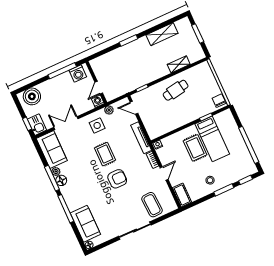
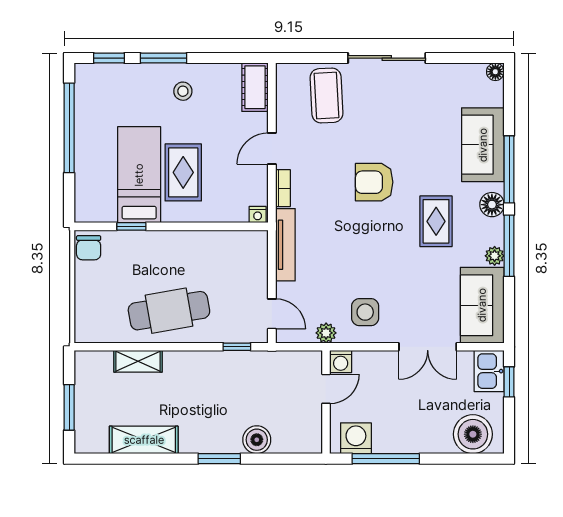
boiler: (117, 55) -> (257, 440), added
cafe table: (176, 90) -> (169, 311), width x1.37, depth x1.35
rug: (105, 154) -> (436, 221), moved
floor lamp: (61, 180) -> (492, 205), moved
sofa: (85, 224) -> (483, 145), moved

